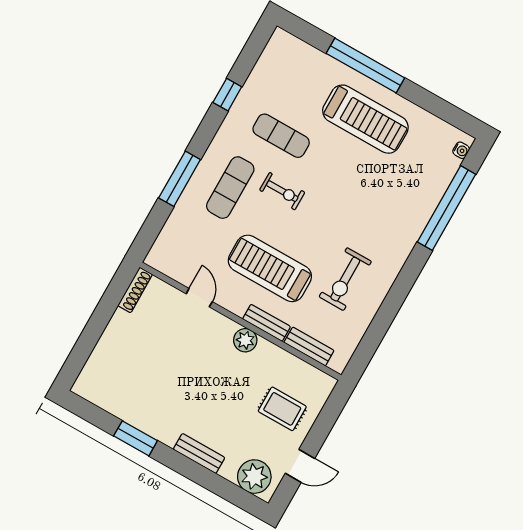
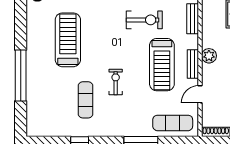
treadmill: (365, 119) -> (68, 40), moved
exercise mat: (230, 188) -> (173, 123), moved
bench: (266, 323) -> (193, 64), moved

